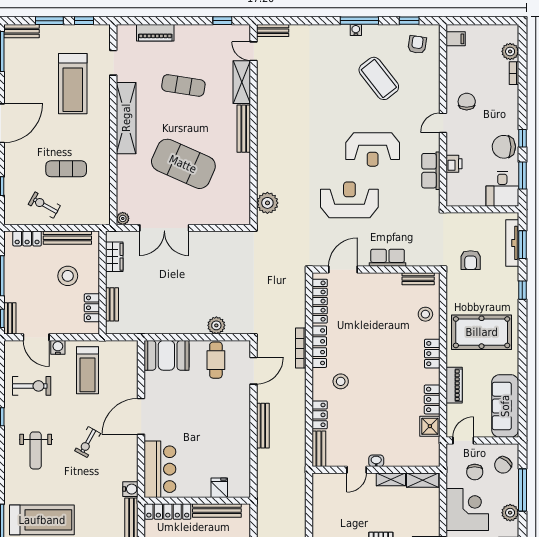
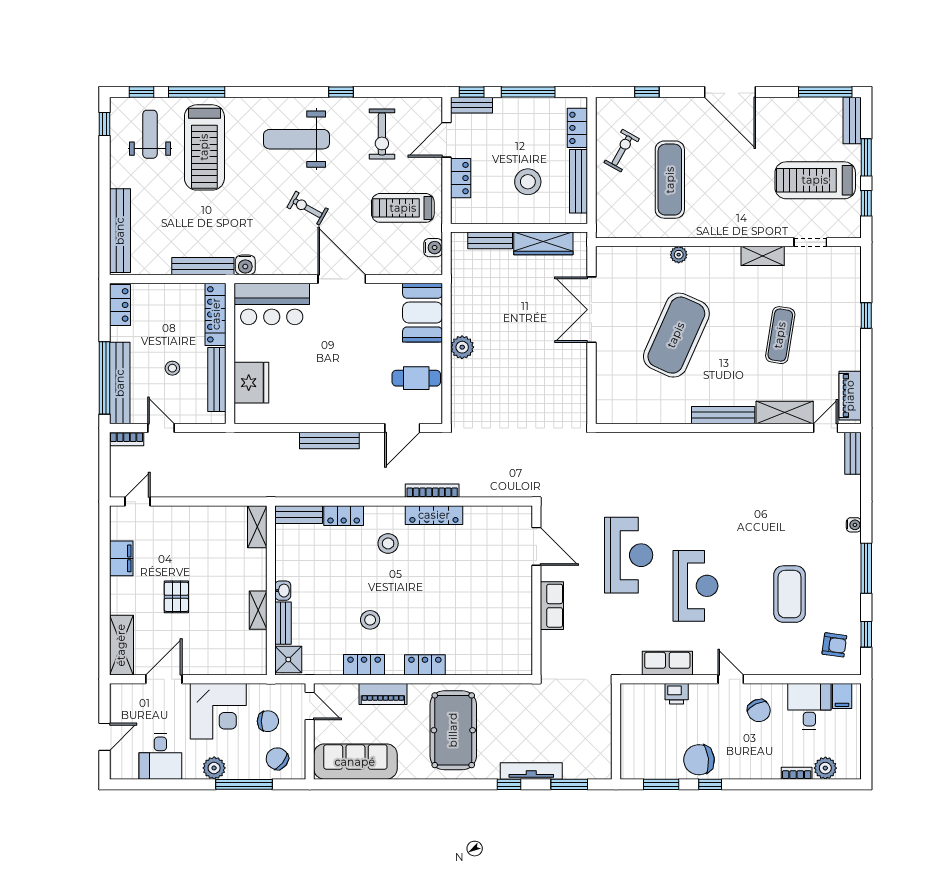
window: (222, 21) -> (866, 316), moved
water cooler: (356, 30) -> (854, 525), moved
piano: (155, 33) -> (850, 396), moved
coffee table: (379, 78) -> (790, 594), turned -52
treadmill: (73, 84) -> (815, 180), moved
chair: (467, 102) -> (759, 710), turned 64
shelving: (126, 118) -> (763, 256), width x0.45, depth x0.75
chair: (504, 147) -> (699, 760), turned -95
reception desk: (373, 149) -> (695, 586), turned 180
exercise mat: (66, 169) -> (670, 180), width x1.36, depth x1.45
desk: (502, 189) -> (809, 707), moved, turned 90
plant: (267, 203) -> (625, 446), removed
plant: (123, 218) -> (679, 255), moved
tv unit: (512, 243) -> (531, 771), moved
wardrobe: (114, 257) -> (543, 243), width x1.50
armchair: (471, 260) -> (549, 716), removed
bench: (418, 279) -> (283, 623), moved
locker: (320, 301) -> (494, 516), removed
locker: (92, 308) -> (461, 178), moved, turned 90
stool: (425, 314) -> (370, 620), moved
plant: (216, 325) -> (462, 347), moved
water cooler: (58, 347) -> (433, 248), moved
door: (254, 371) -> (402, 428), hinge flipped
shower: (430, 426) -> (288, 659), moved
weight bench: (36, 450) -> (296, 139), width x1.36, depth x1.33
door: (357, 470) -> (271, 565), removed
chair: (475, 472) -> (268, 721), turned 180
shelving: (423, 480) -> (257, 527), moved
fridge: (219, 488) -> (251, 383), width x1.88, depth x1.34

